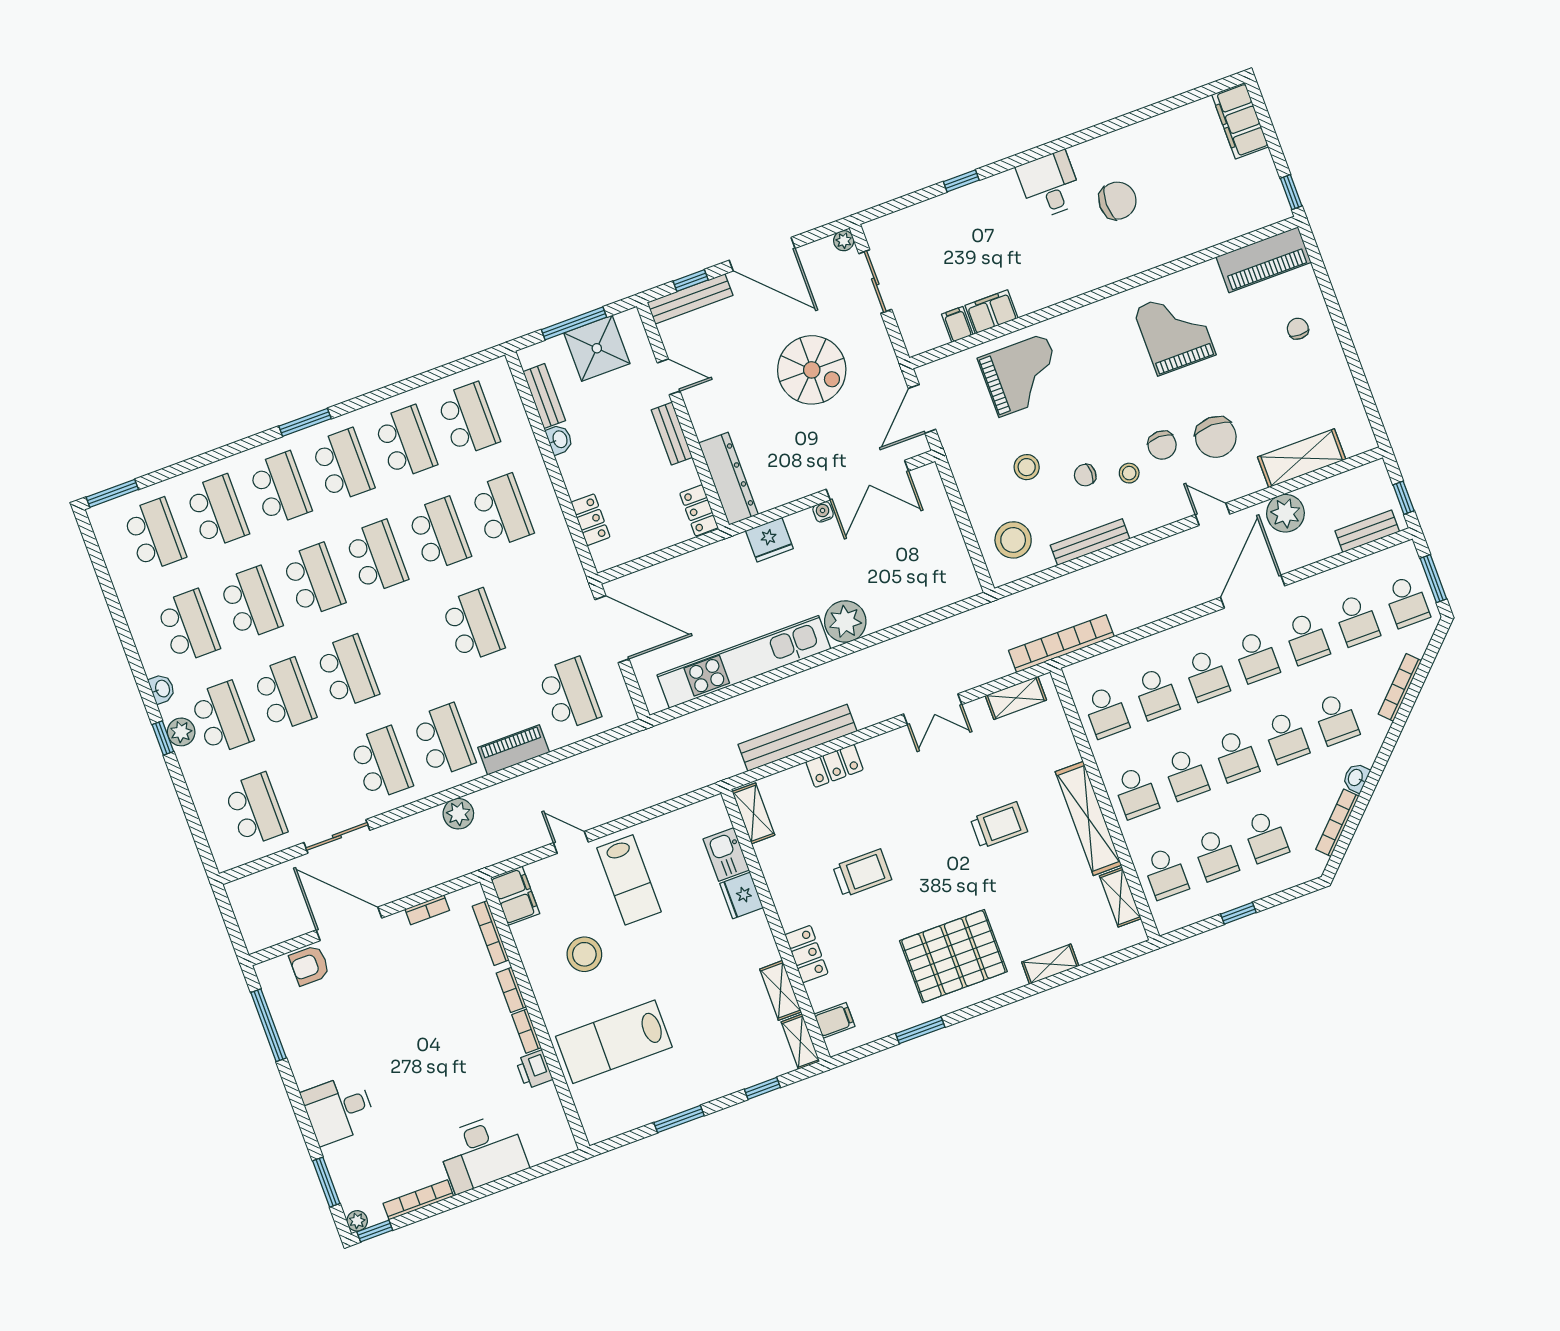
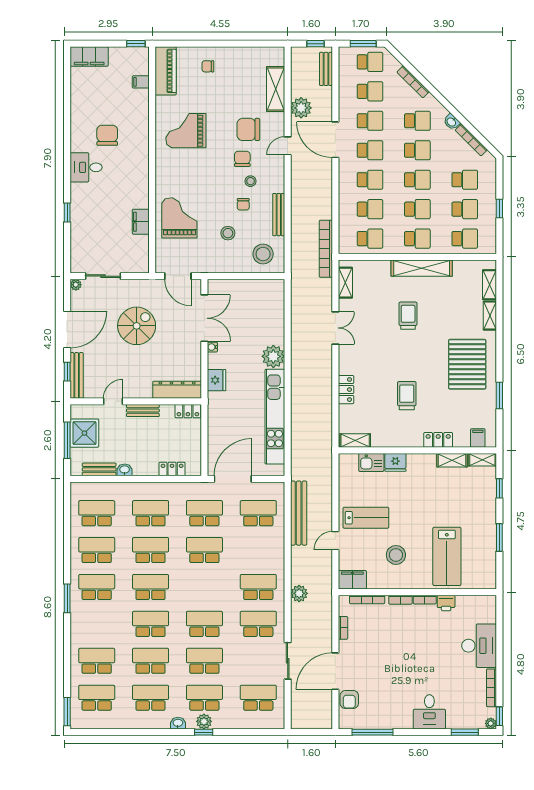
filing cabinet: (957, 324) -> (141, 82), moved
chair: (1216, 437) -> (248, 129), turned 180
chair: (1162, 445) -> (242, 159), turned -90
school desk: (280, 488) -> (204, 513), moved
bench: (798, 738) -> (299, 513), moved
piano: (514, 750) -> (277, 553), removed
shelving: (1120, 897) -> (490, 285), moved, turned 90

